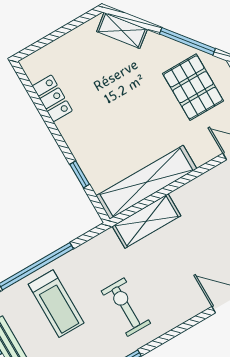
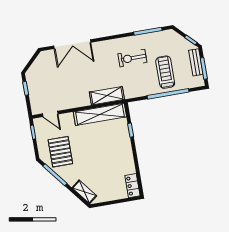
locker: (52, 98) -> (132, 186), moved
exercise bike: (126, 307) -> (132, 58), turned 90

